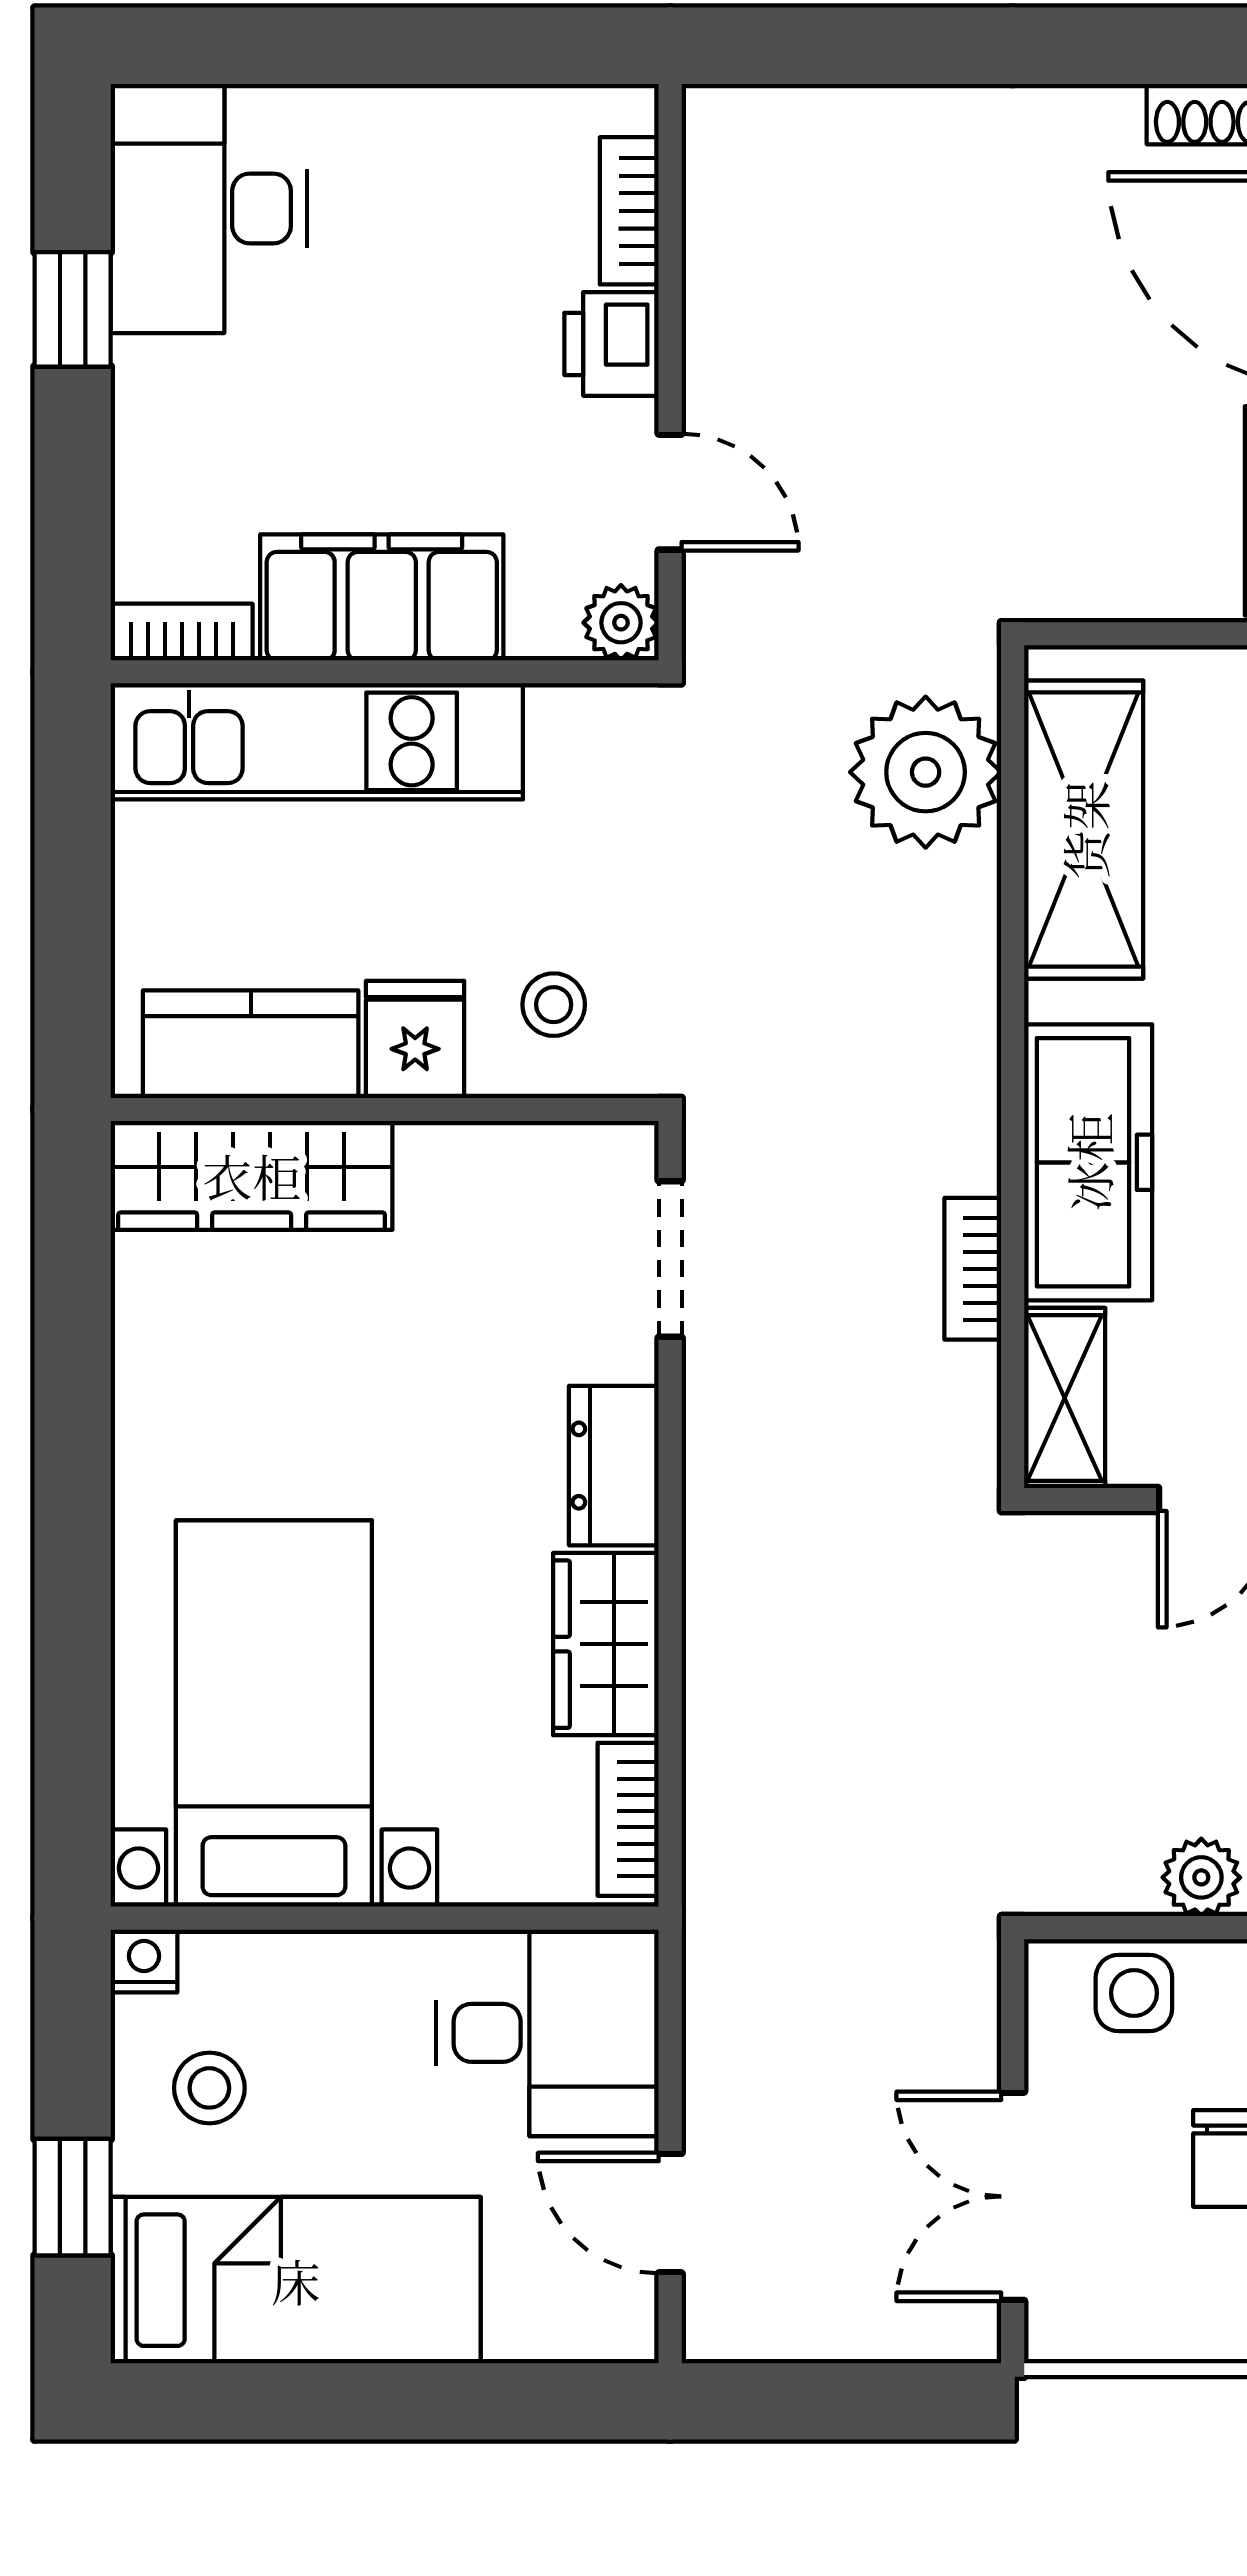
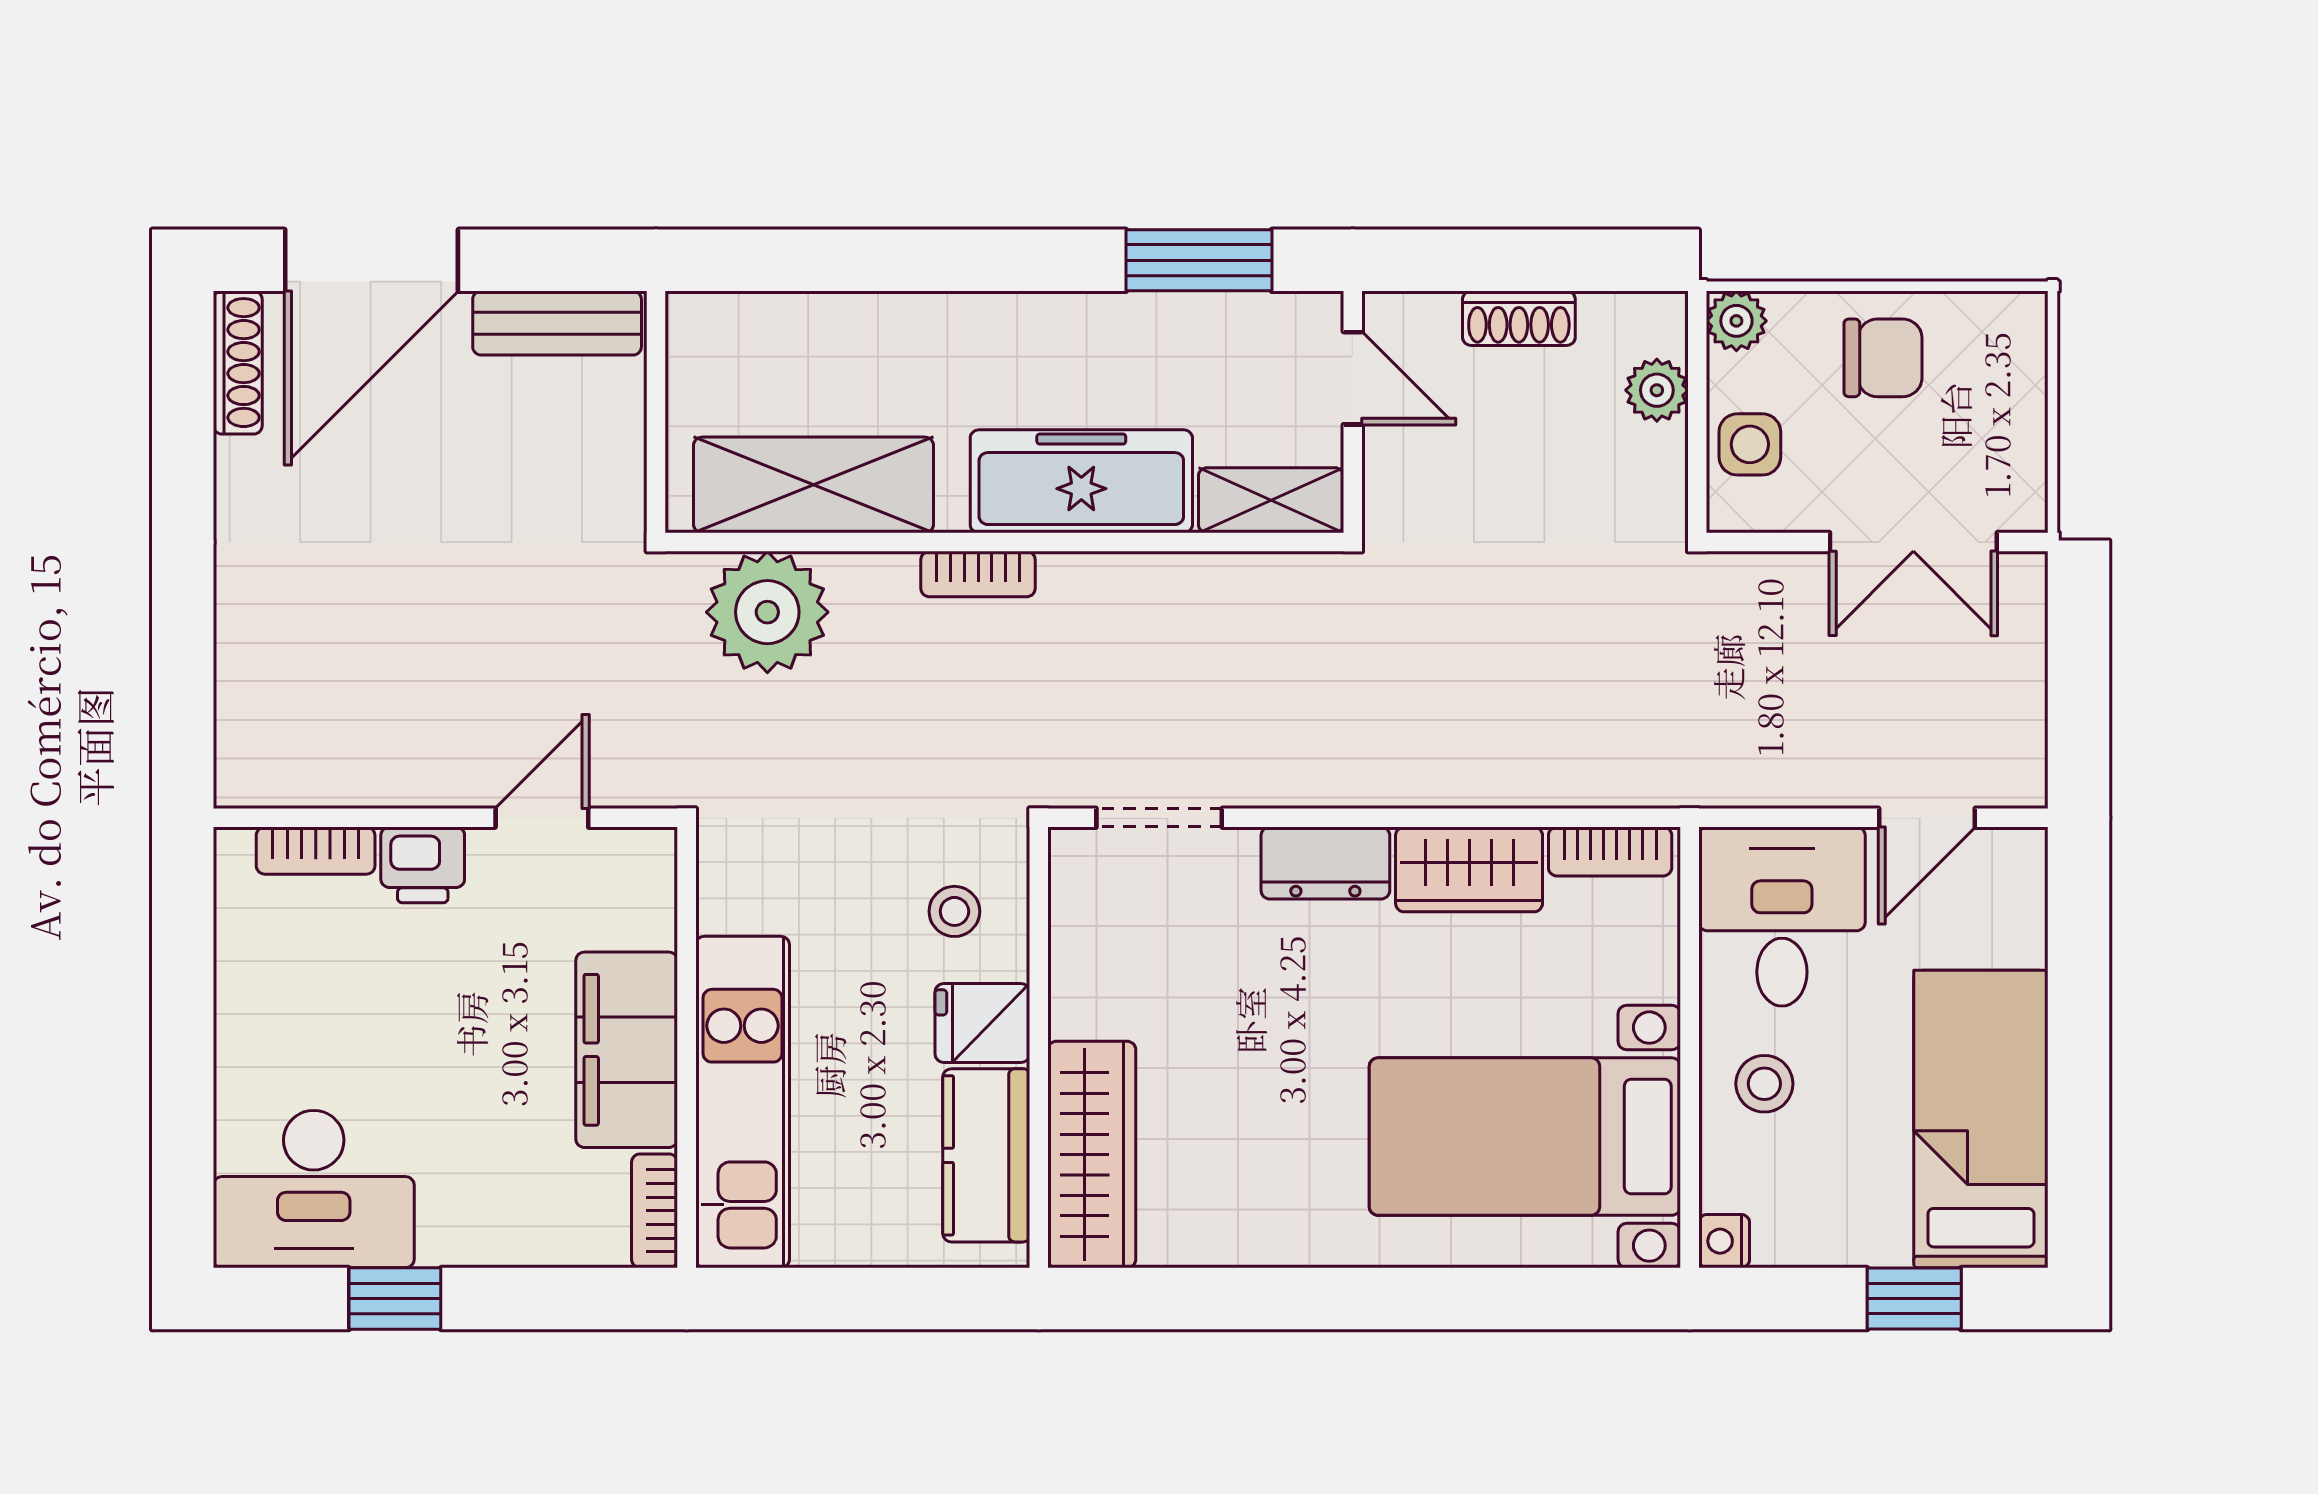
plant: (621, 623) -> (647, 857), removed
bookcase: (973, 1269) -> (978, 574), moved
stool: (209, 2088) -> (1764, 1084), moved

